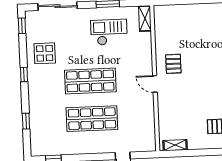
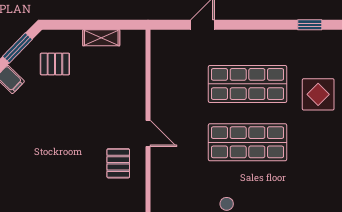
display table: (45, 53) -> (318, 94), moved
shelving: (175, 145) -> (101, 38), moved

